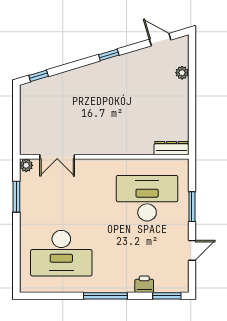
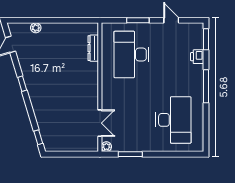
dresser: (171, 148) -> (93, 48), moved

